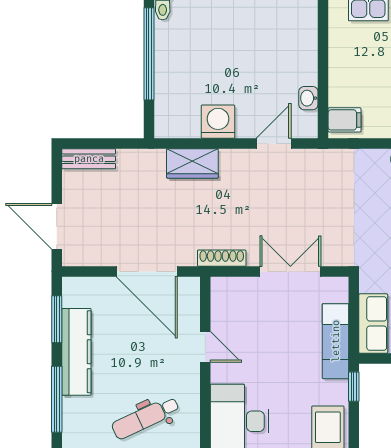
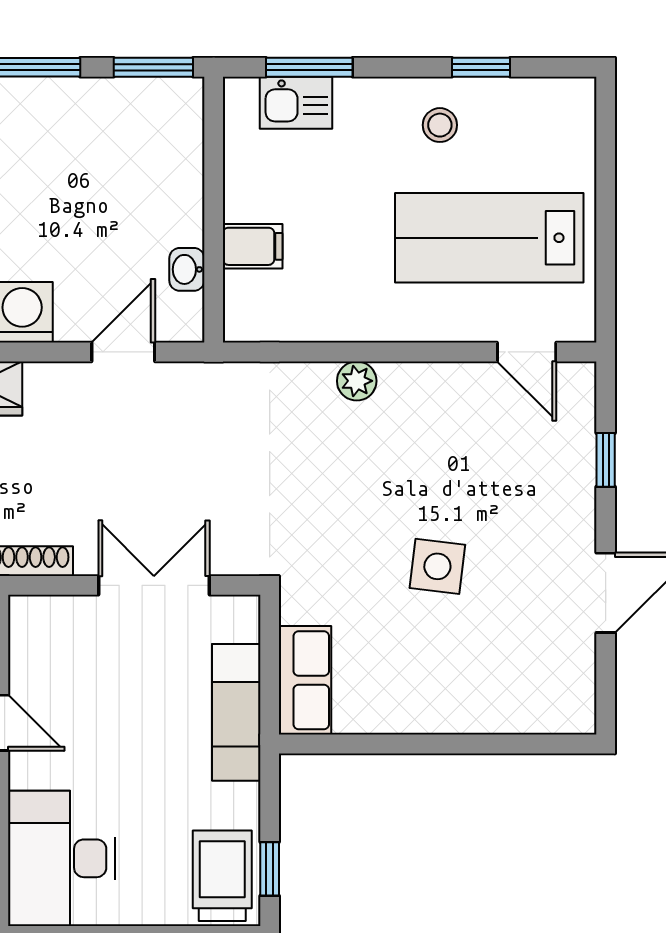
filing cabinet: (345, 120) -> (253, 246), moved
window: (354, 387) -> (270, 869), moved

